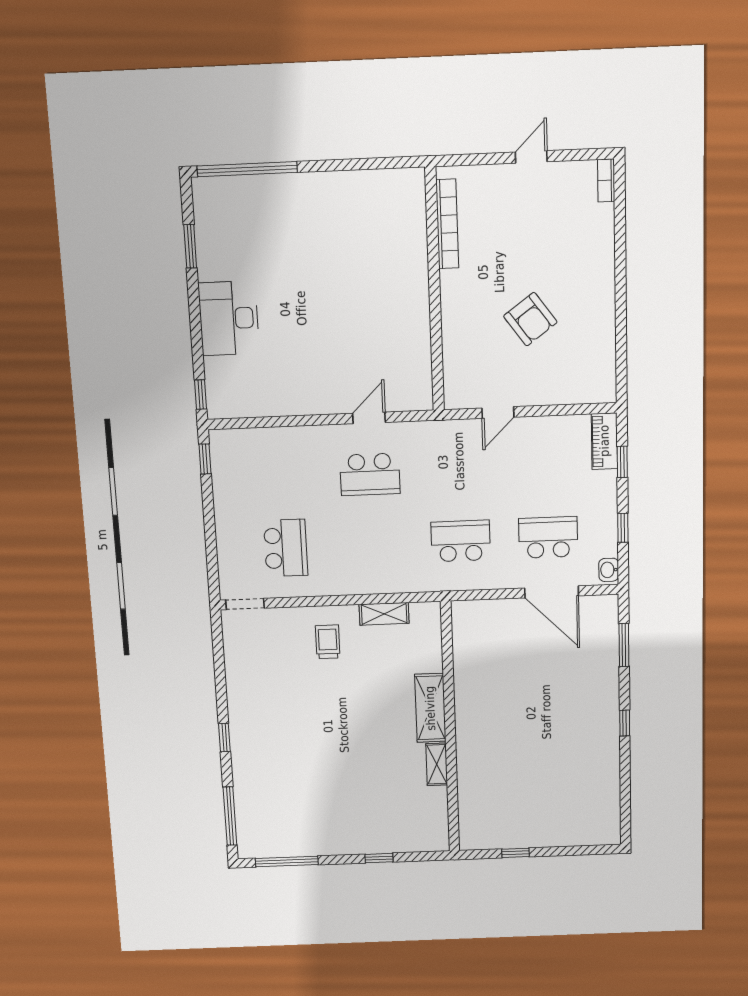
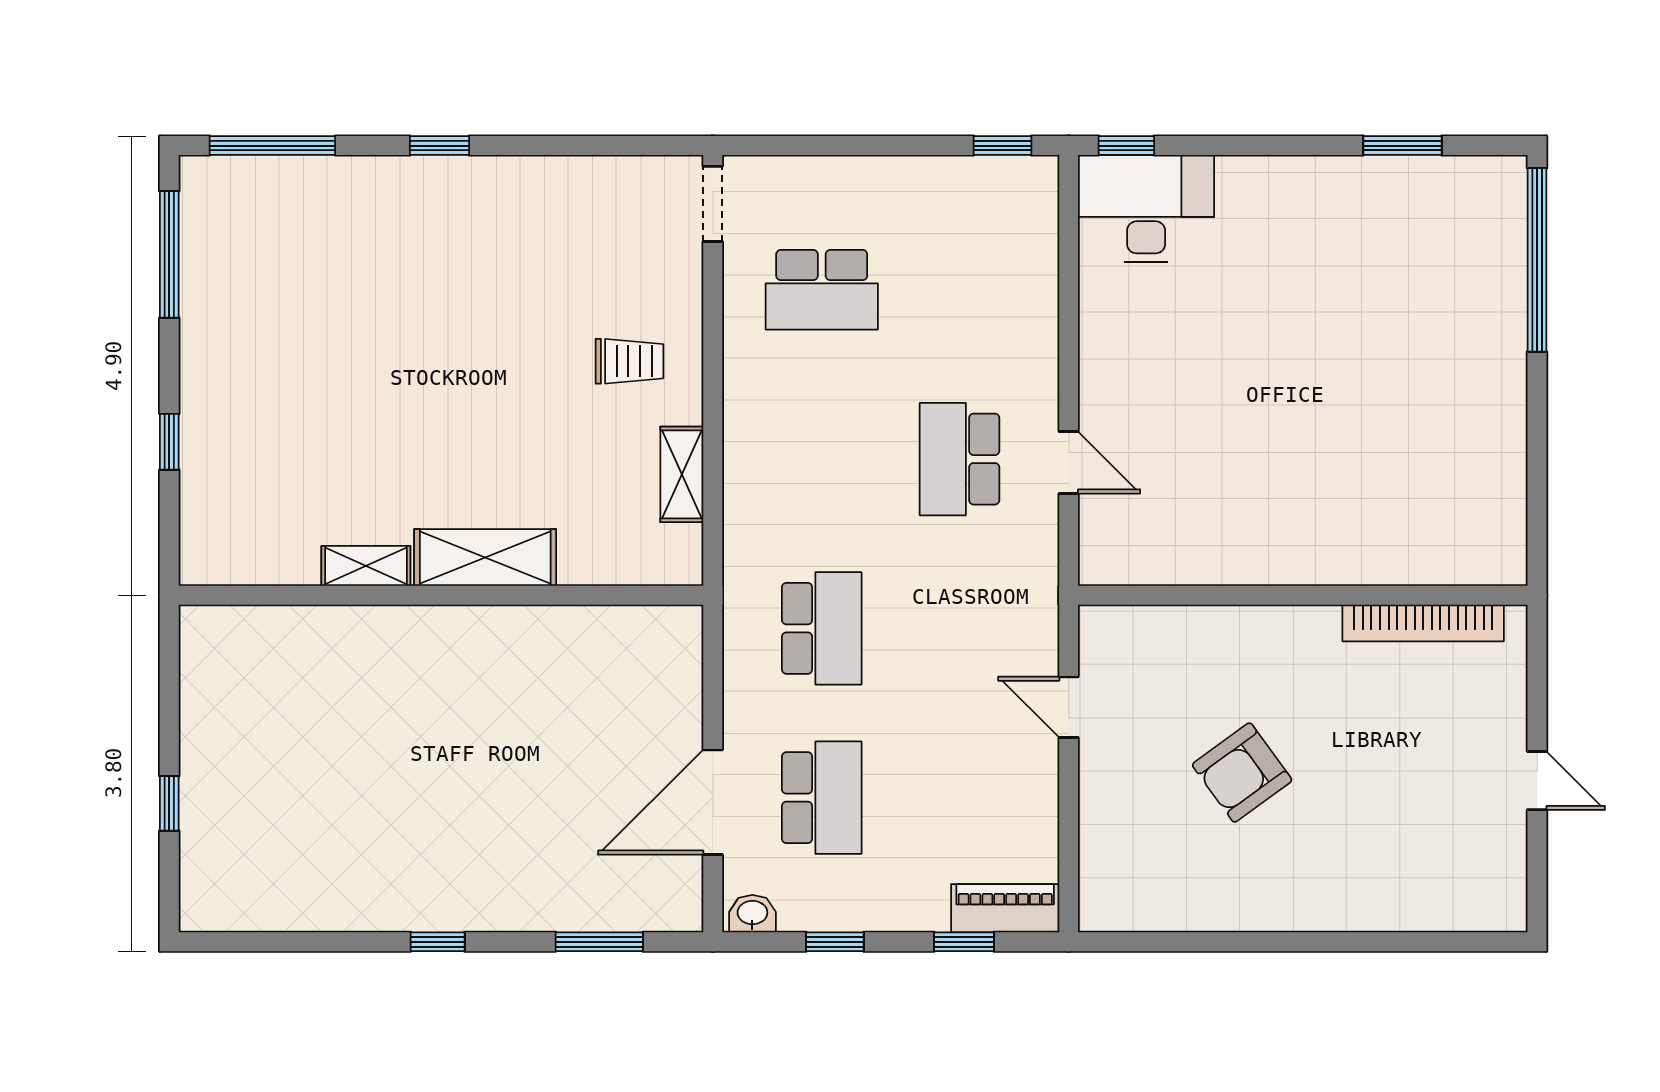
bookcase: (606, 180) -> (1489, 917), removed
desk: (229, 318) -> (1146, 208), moved
window: (516, 853) -> (169, 803), moved

